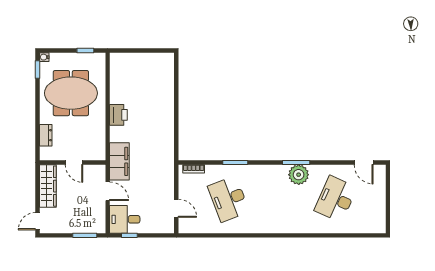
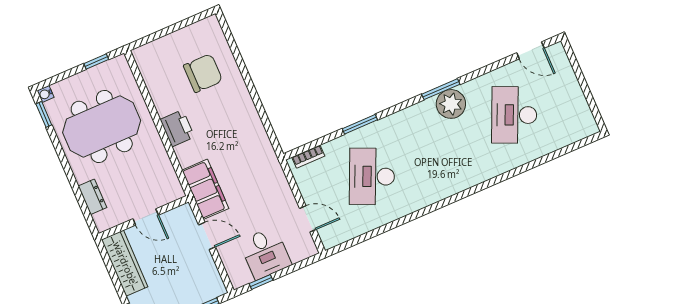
chair: (150, 87) -> (203, 73), added
desk: (229, 199) -> (372, 176), turned 45
desk: (125, 219) -> (265, 253), moved, turned -90

